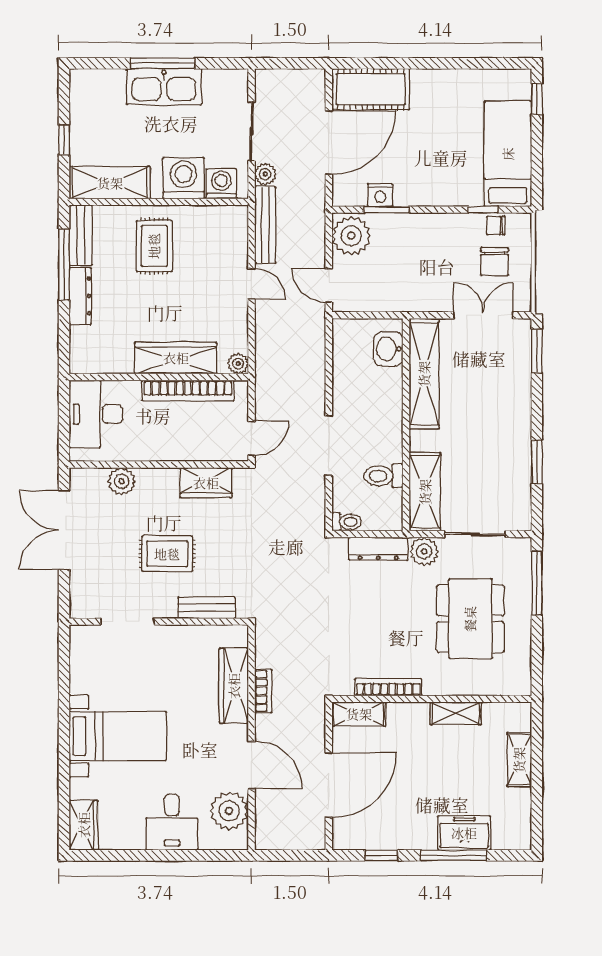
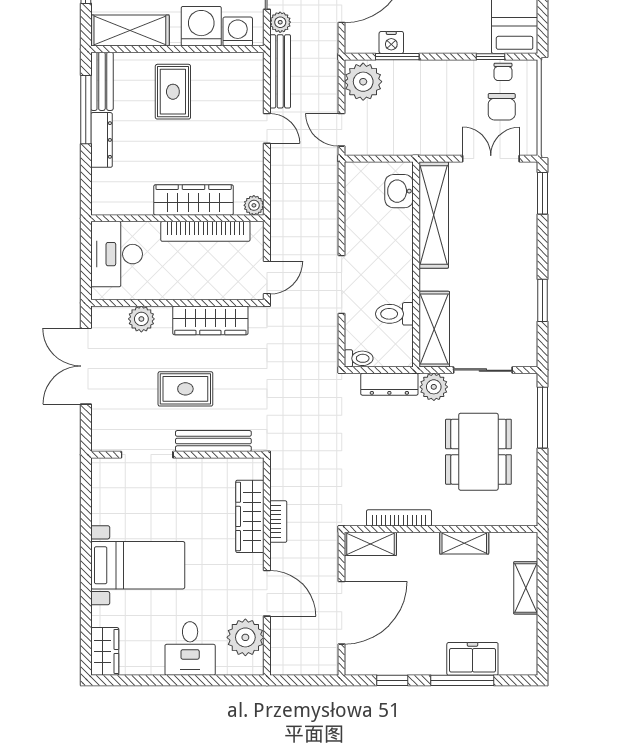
chair: (496, 226) -> (503, 72), turned -90
wardrobe: (206, 483) -> (210, 320), width x1.50
bench: (207, 608) -> (213, 441), width x1.36

